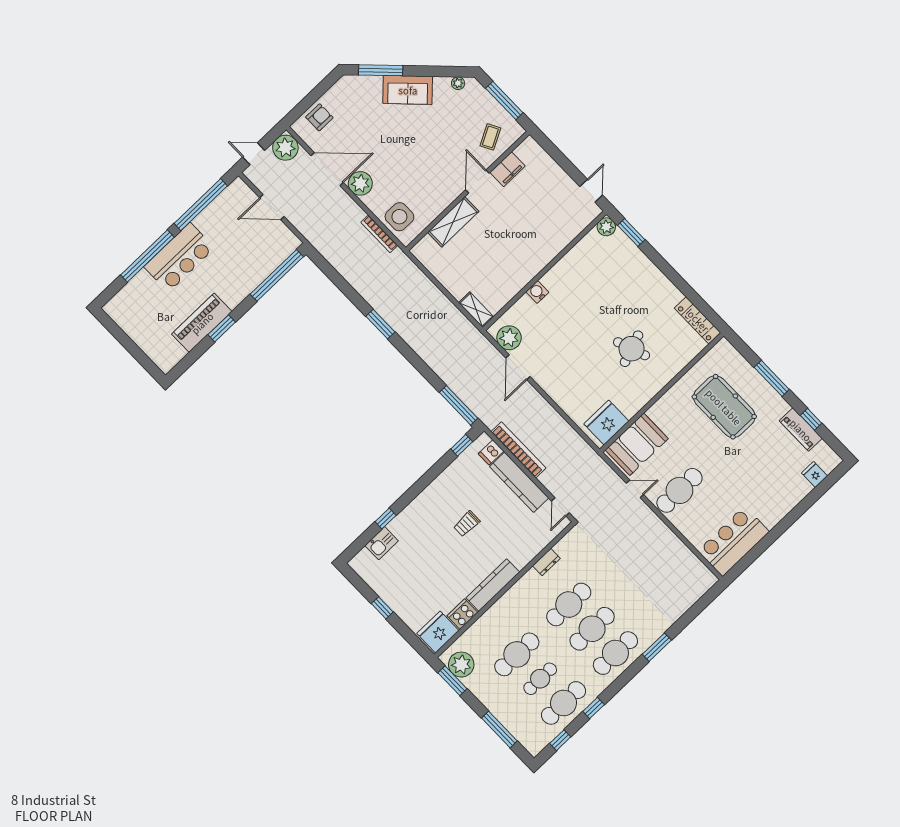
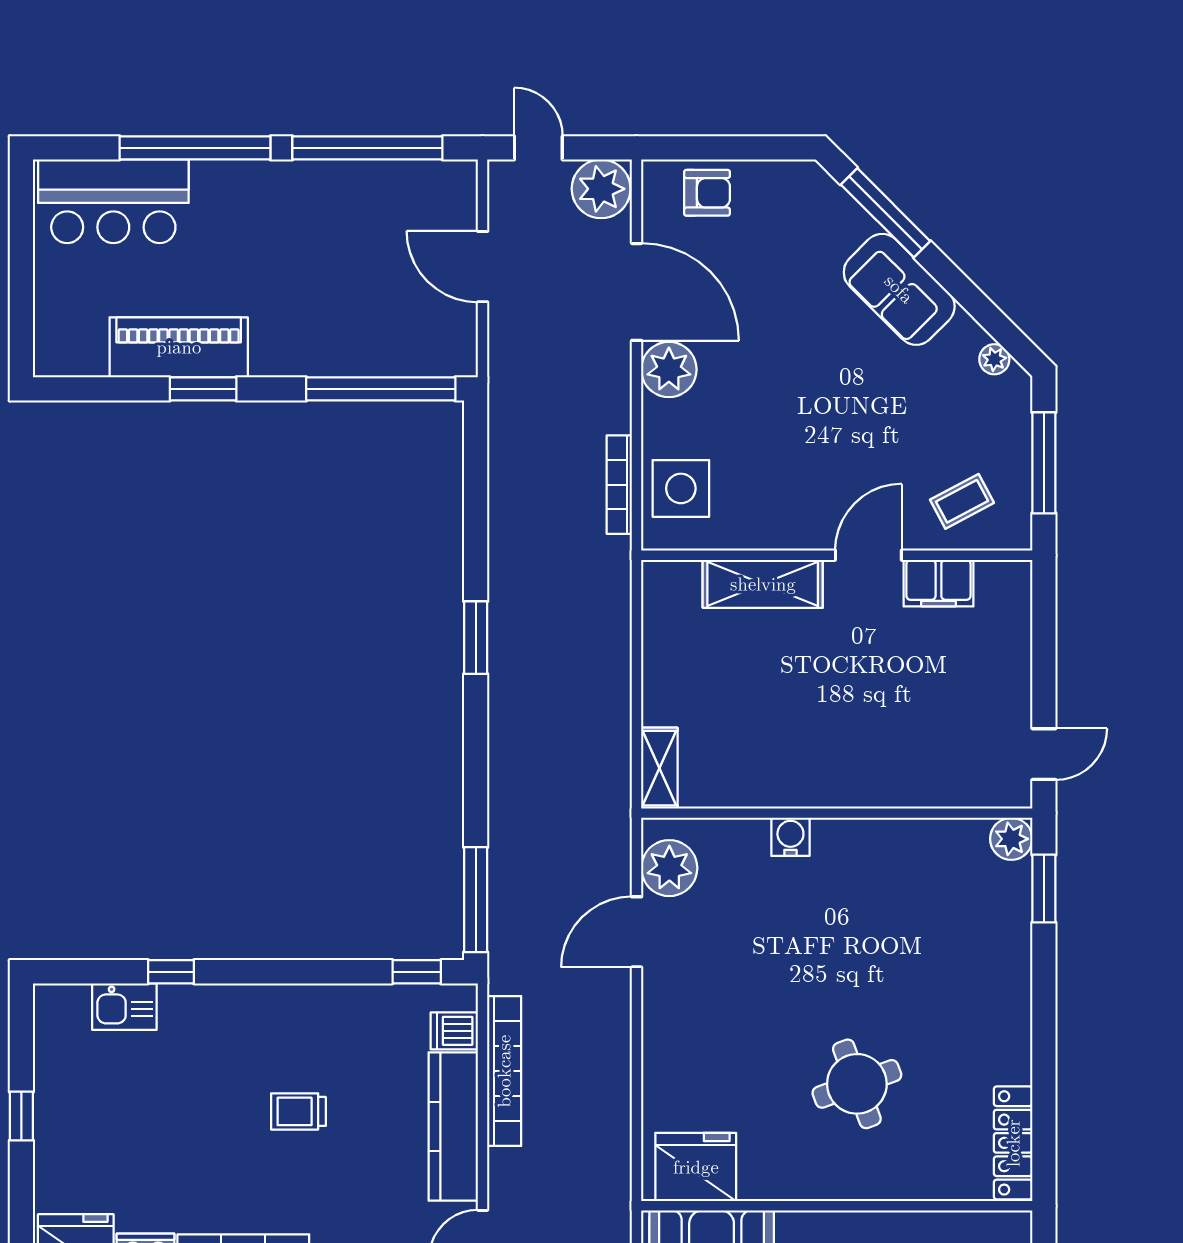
bar counter: (179, 257) -> (113, 201), moved

